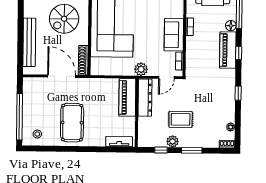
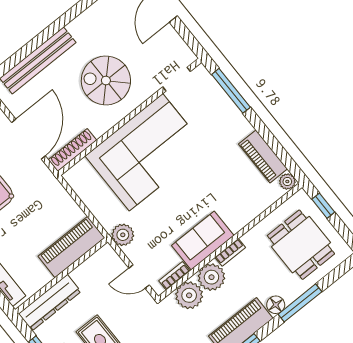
plant: (194, 45) -> (211, 277), added
plant: (194, 62) -> (189, 295), added
dresser: (145, 98) -> (50, 303), moved

